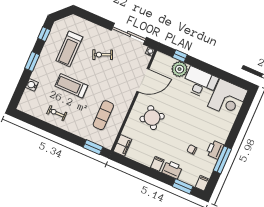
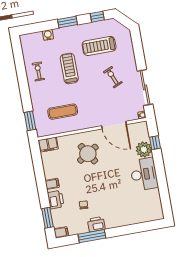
corner desk: (228, 98) -> (146, 206), removed

